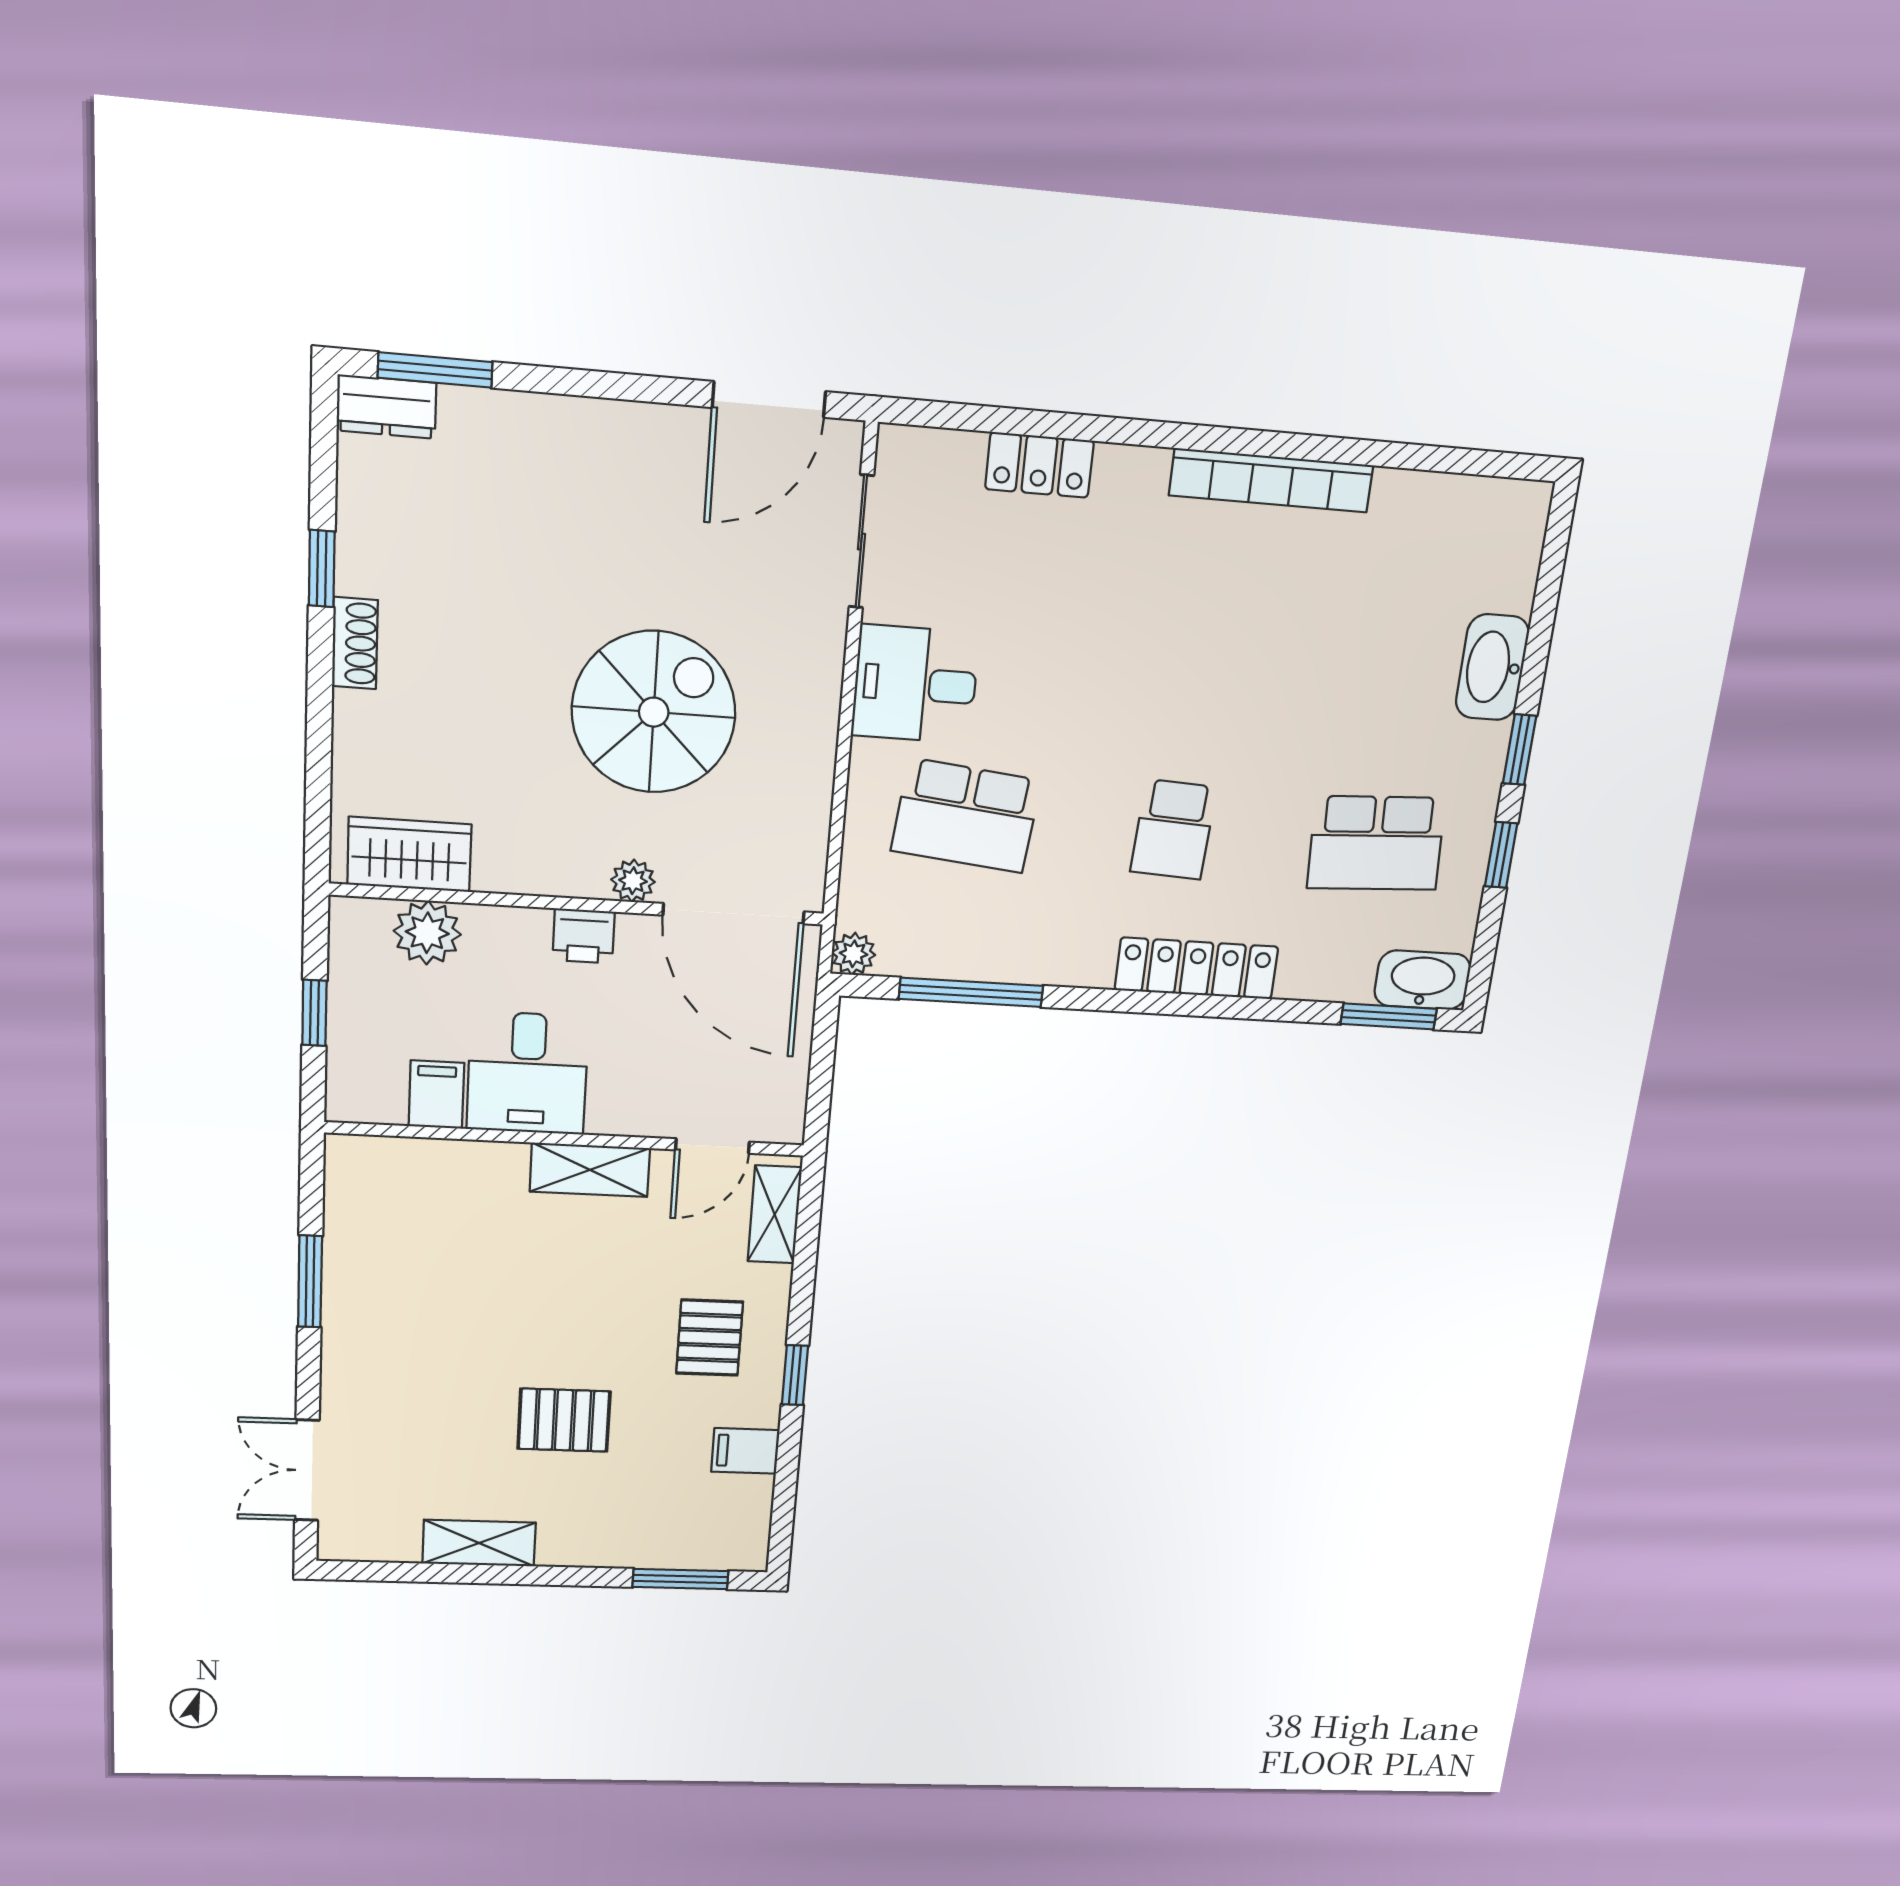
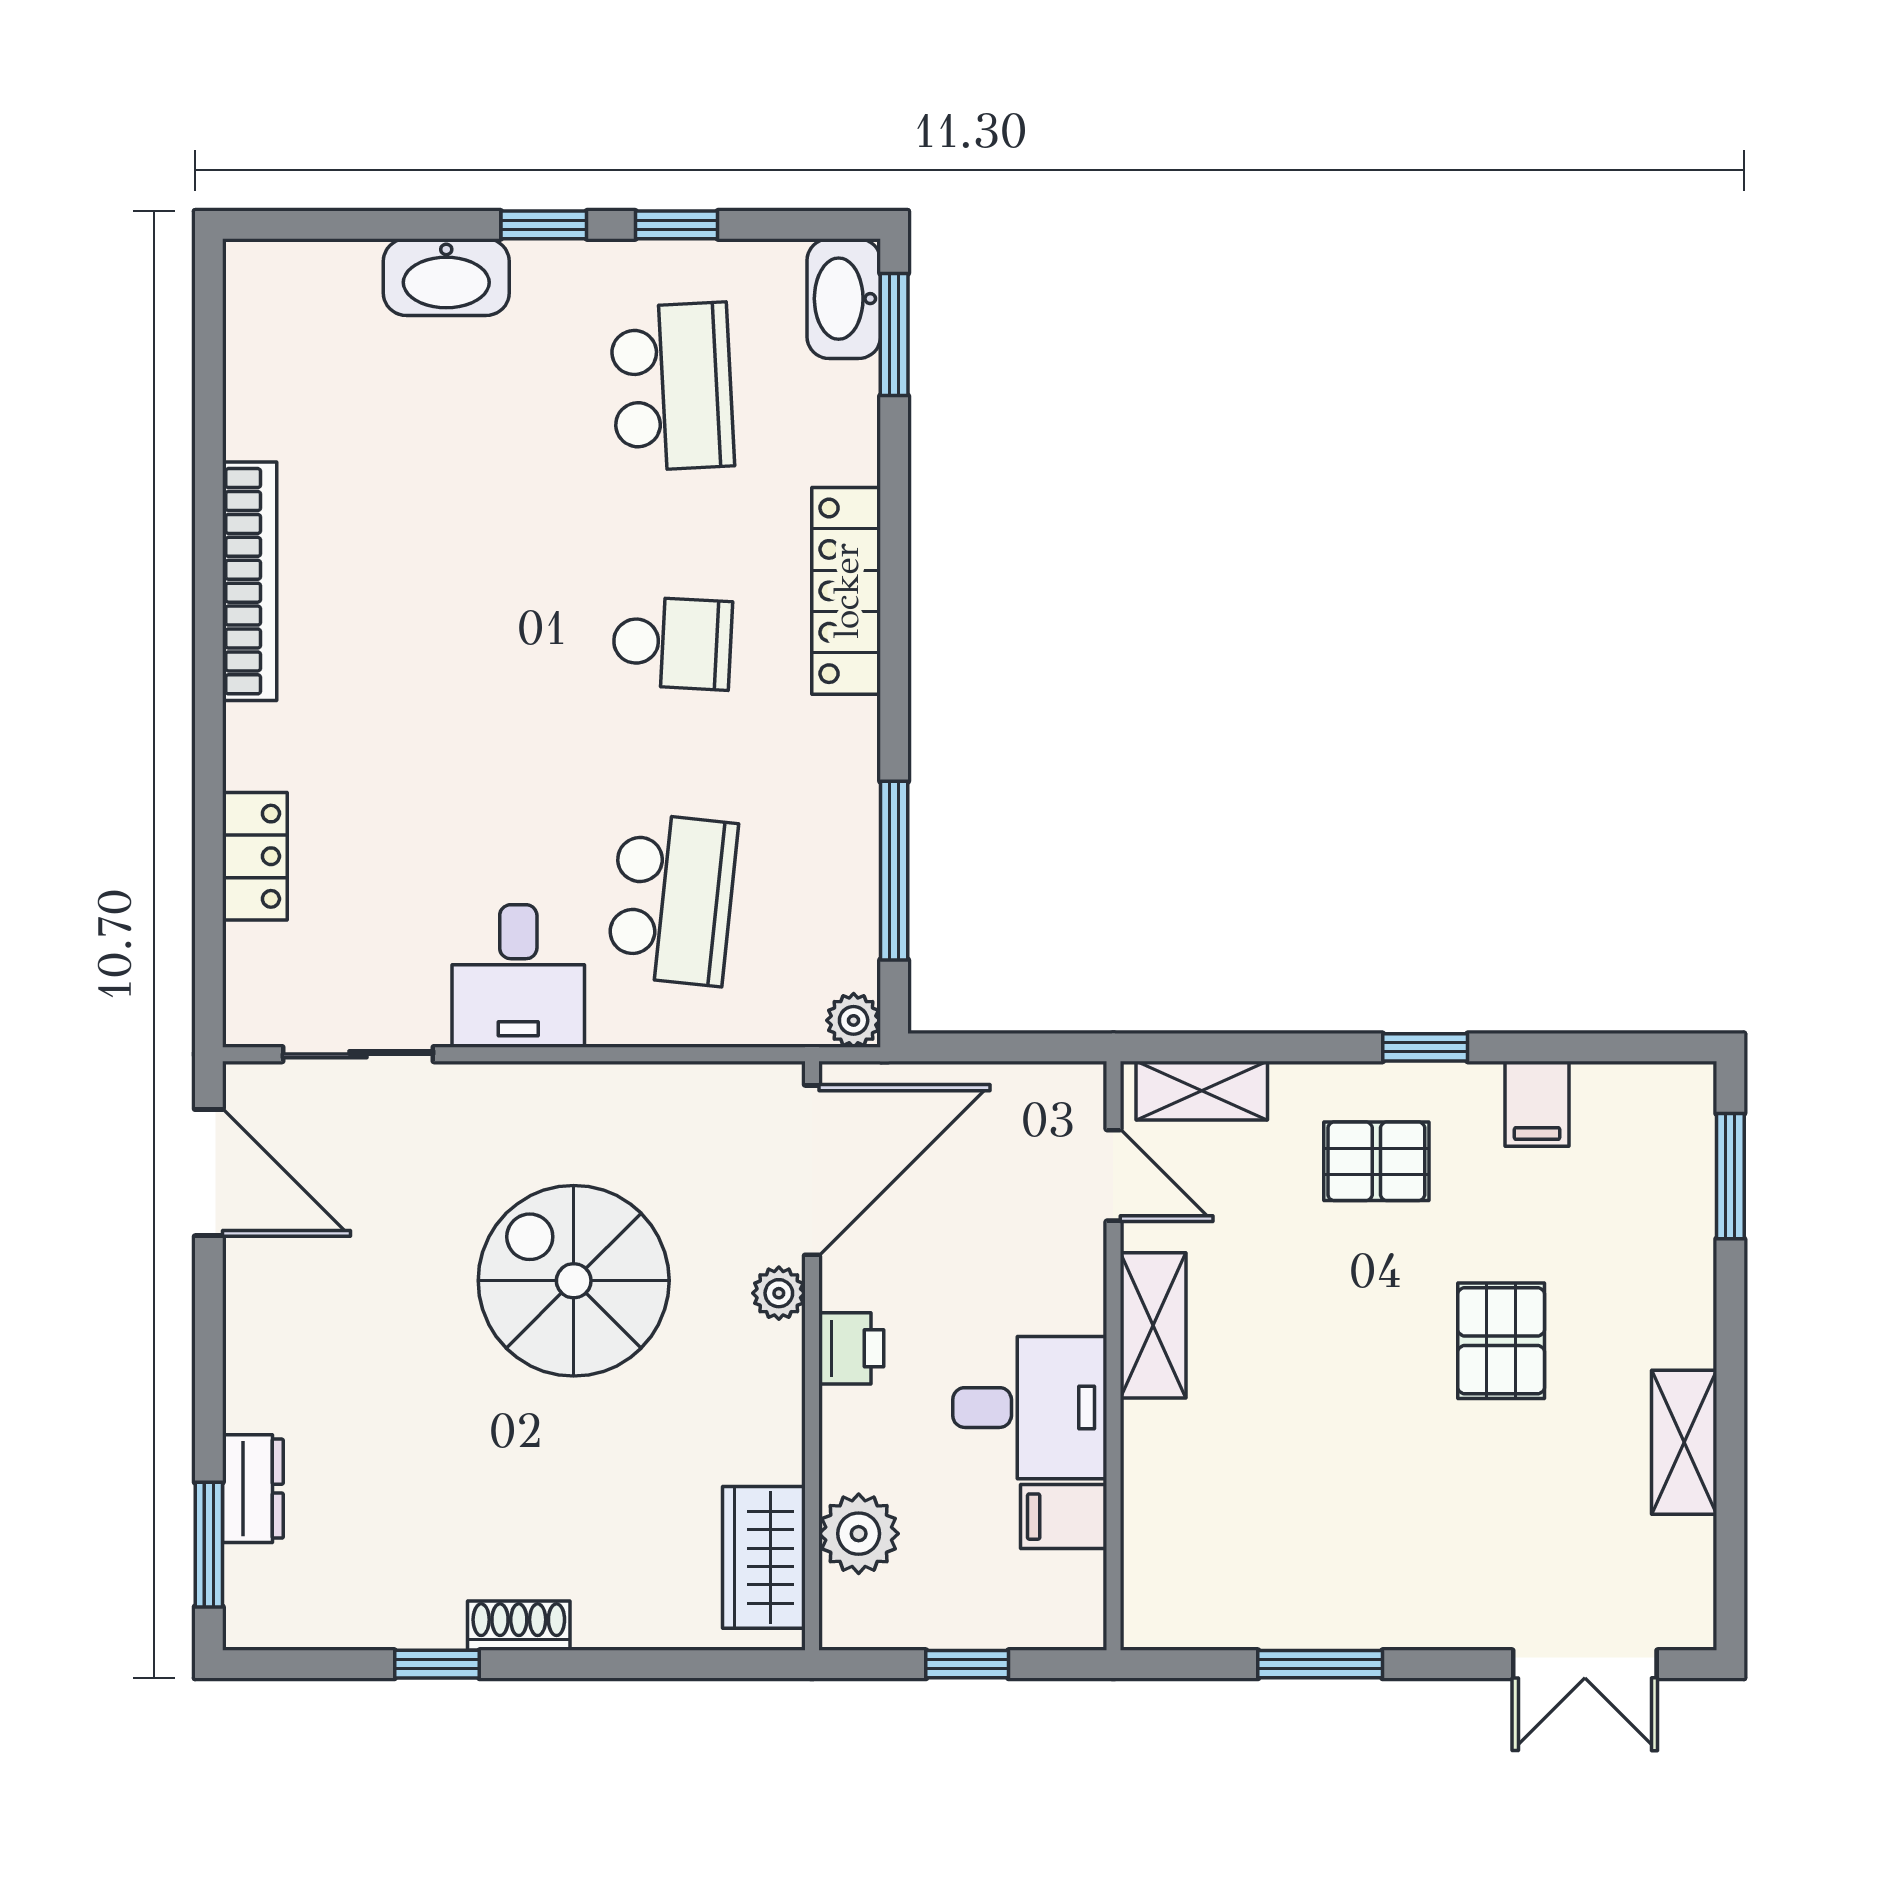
dresser: (386, 407) -> (253, 1489), moved

